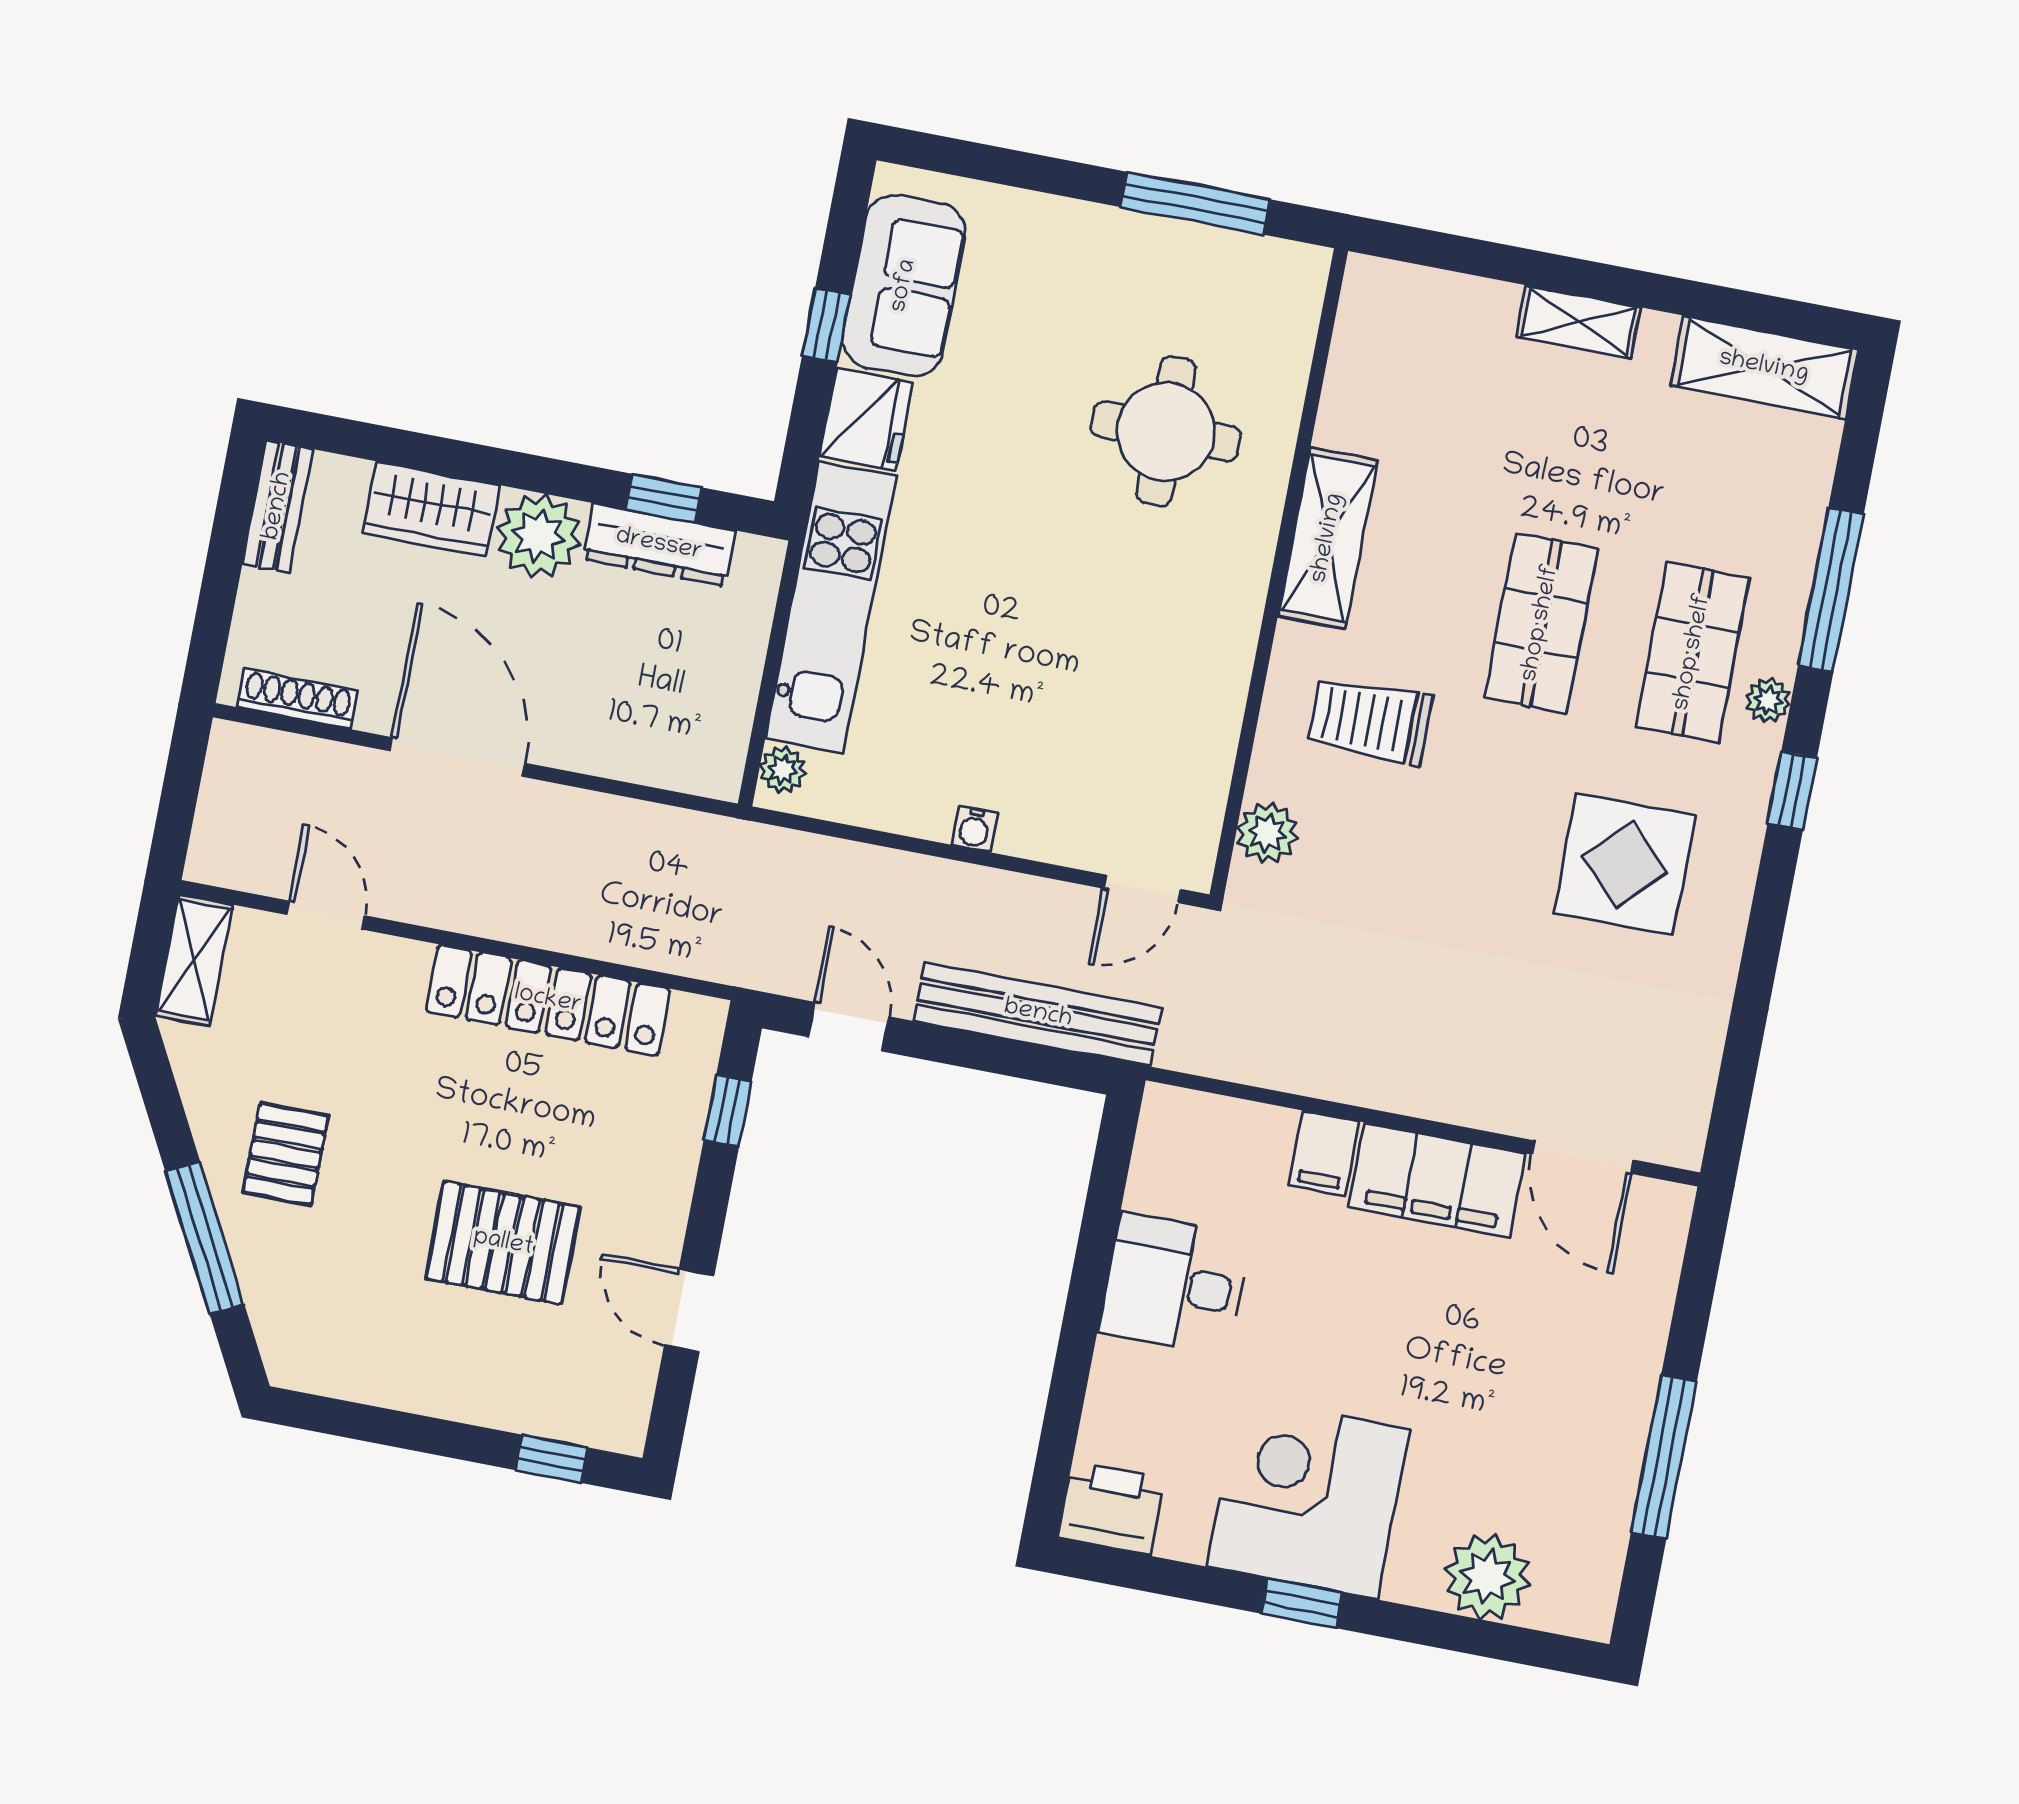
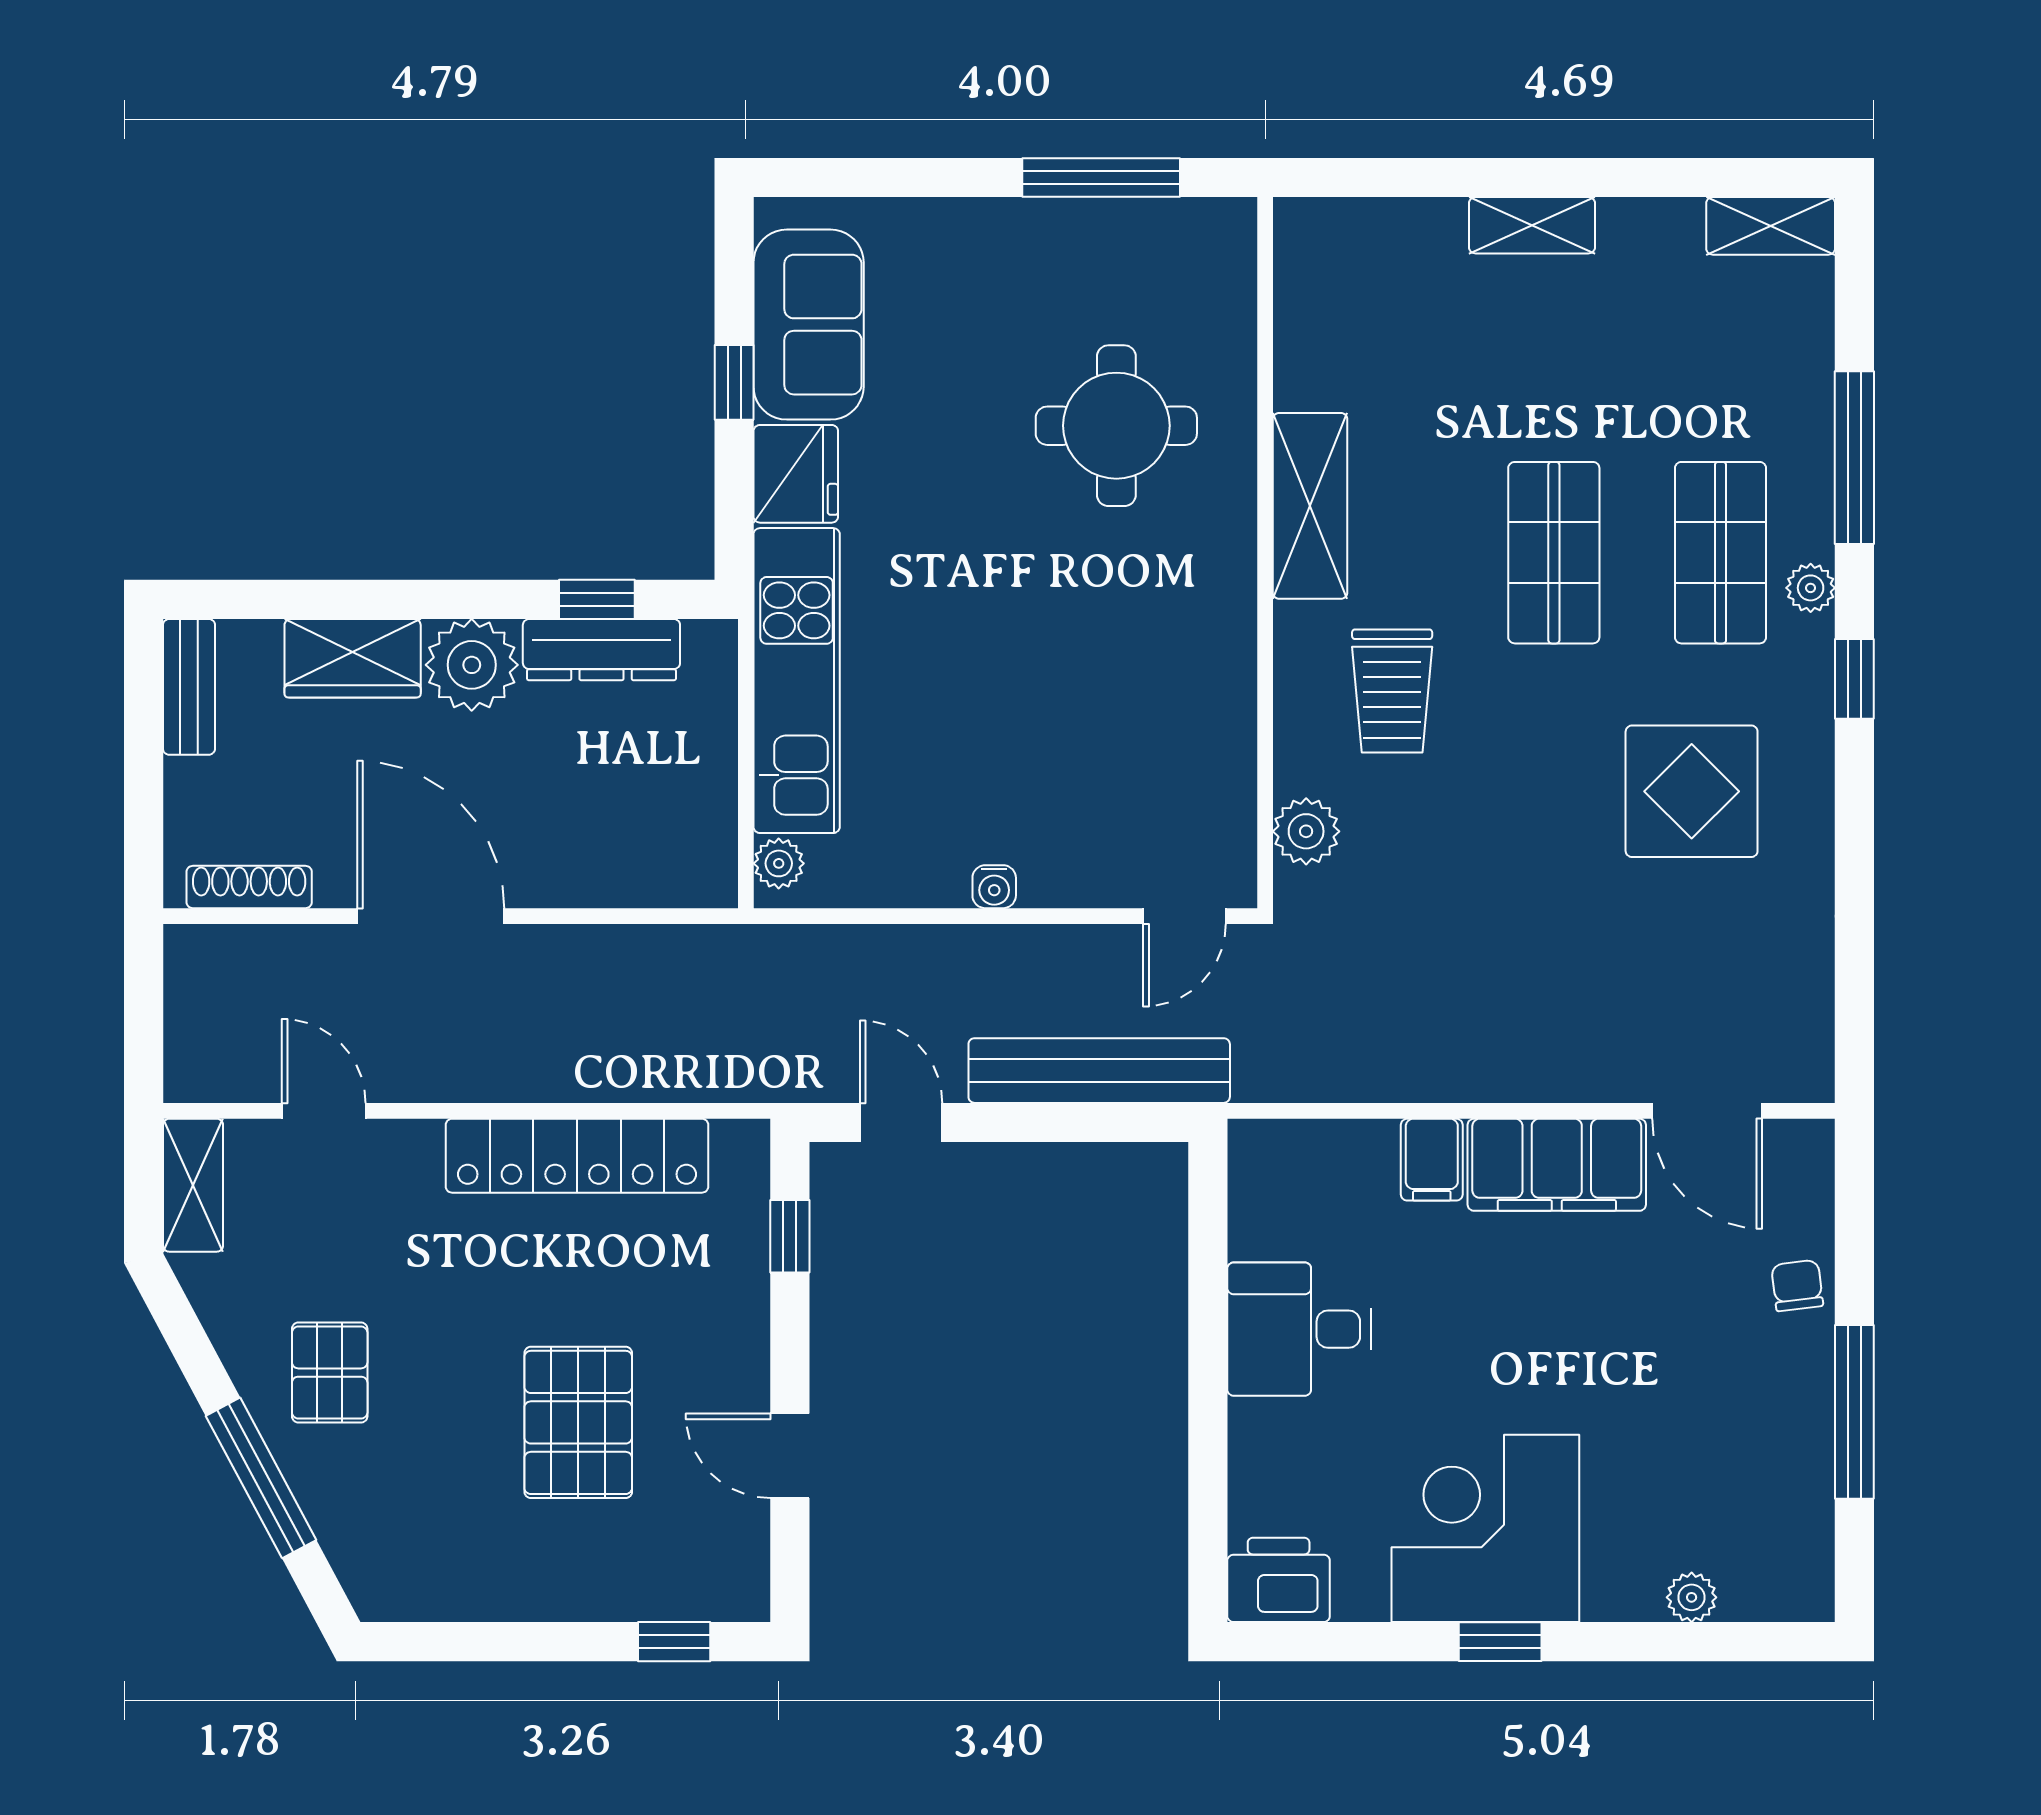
shelving: (1764, 367) -> (1771, 226), width x0.67, depth x0.75
trolley: (1370, 721) -> (1392, 691), turned -90
pallet: (503, 1243) -> (578, 1422), turned 90
chair: (1634, 1332) -> (1797, 1286), added
plant: (1487, 1577) -> (1692, 1597), width x0.53, depth x0.53

